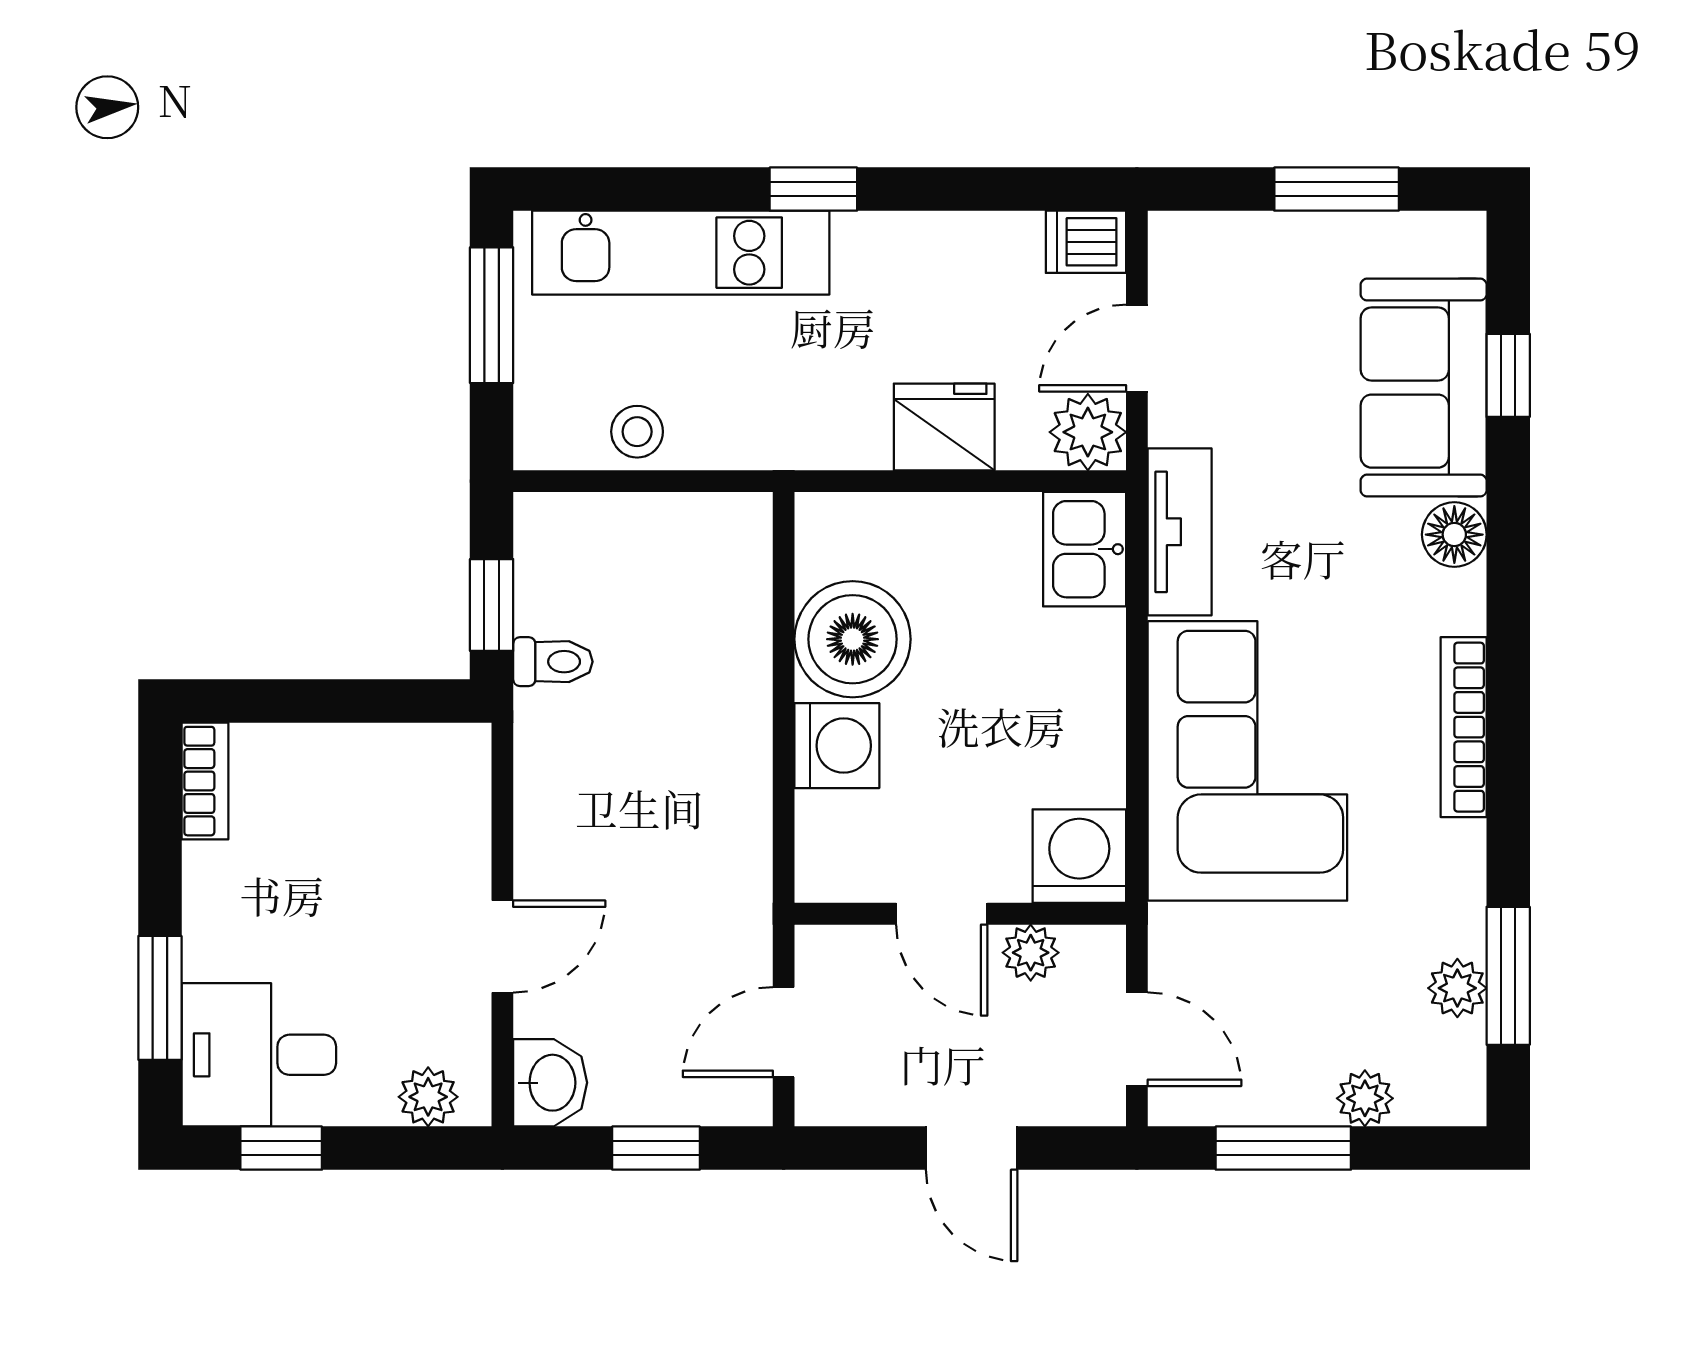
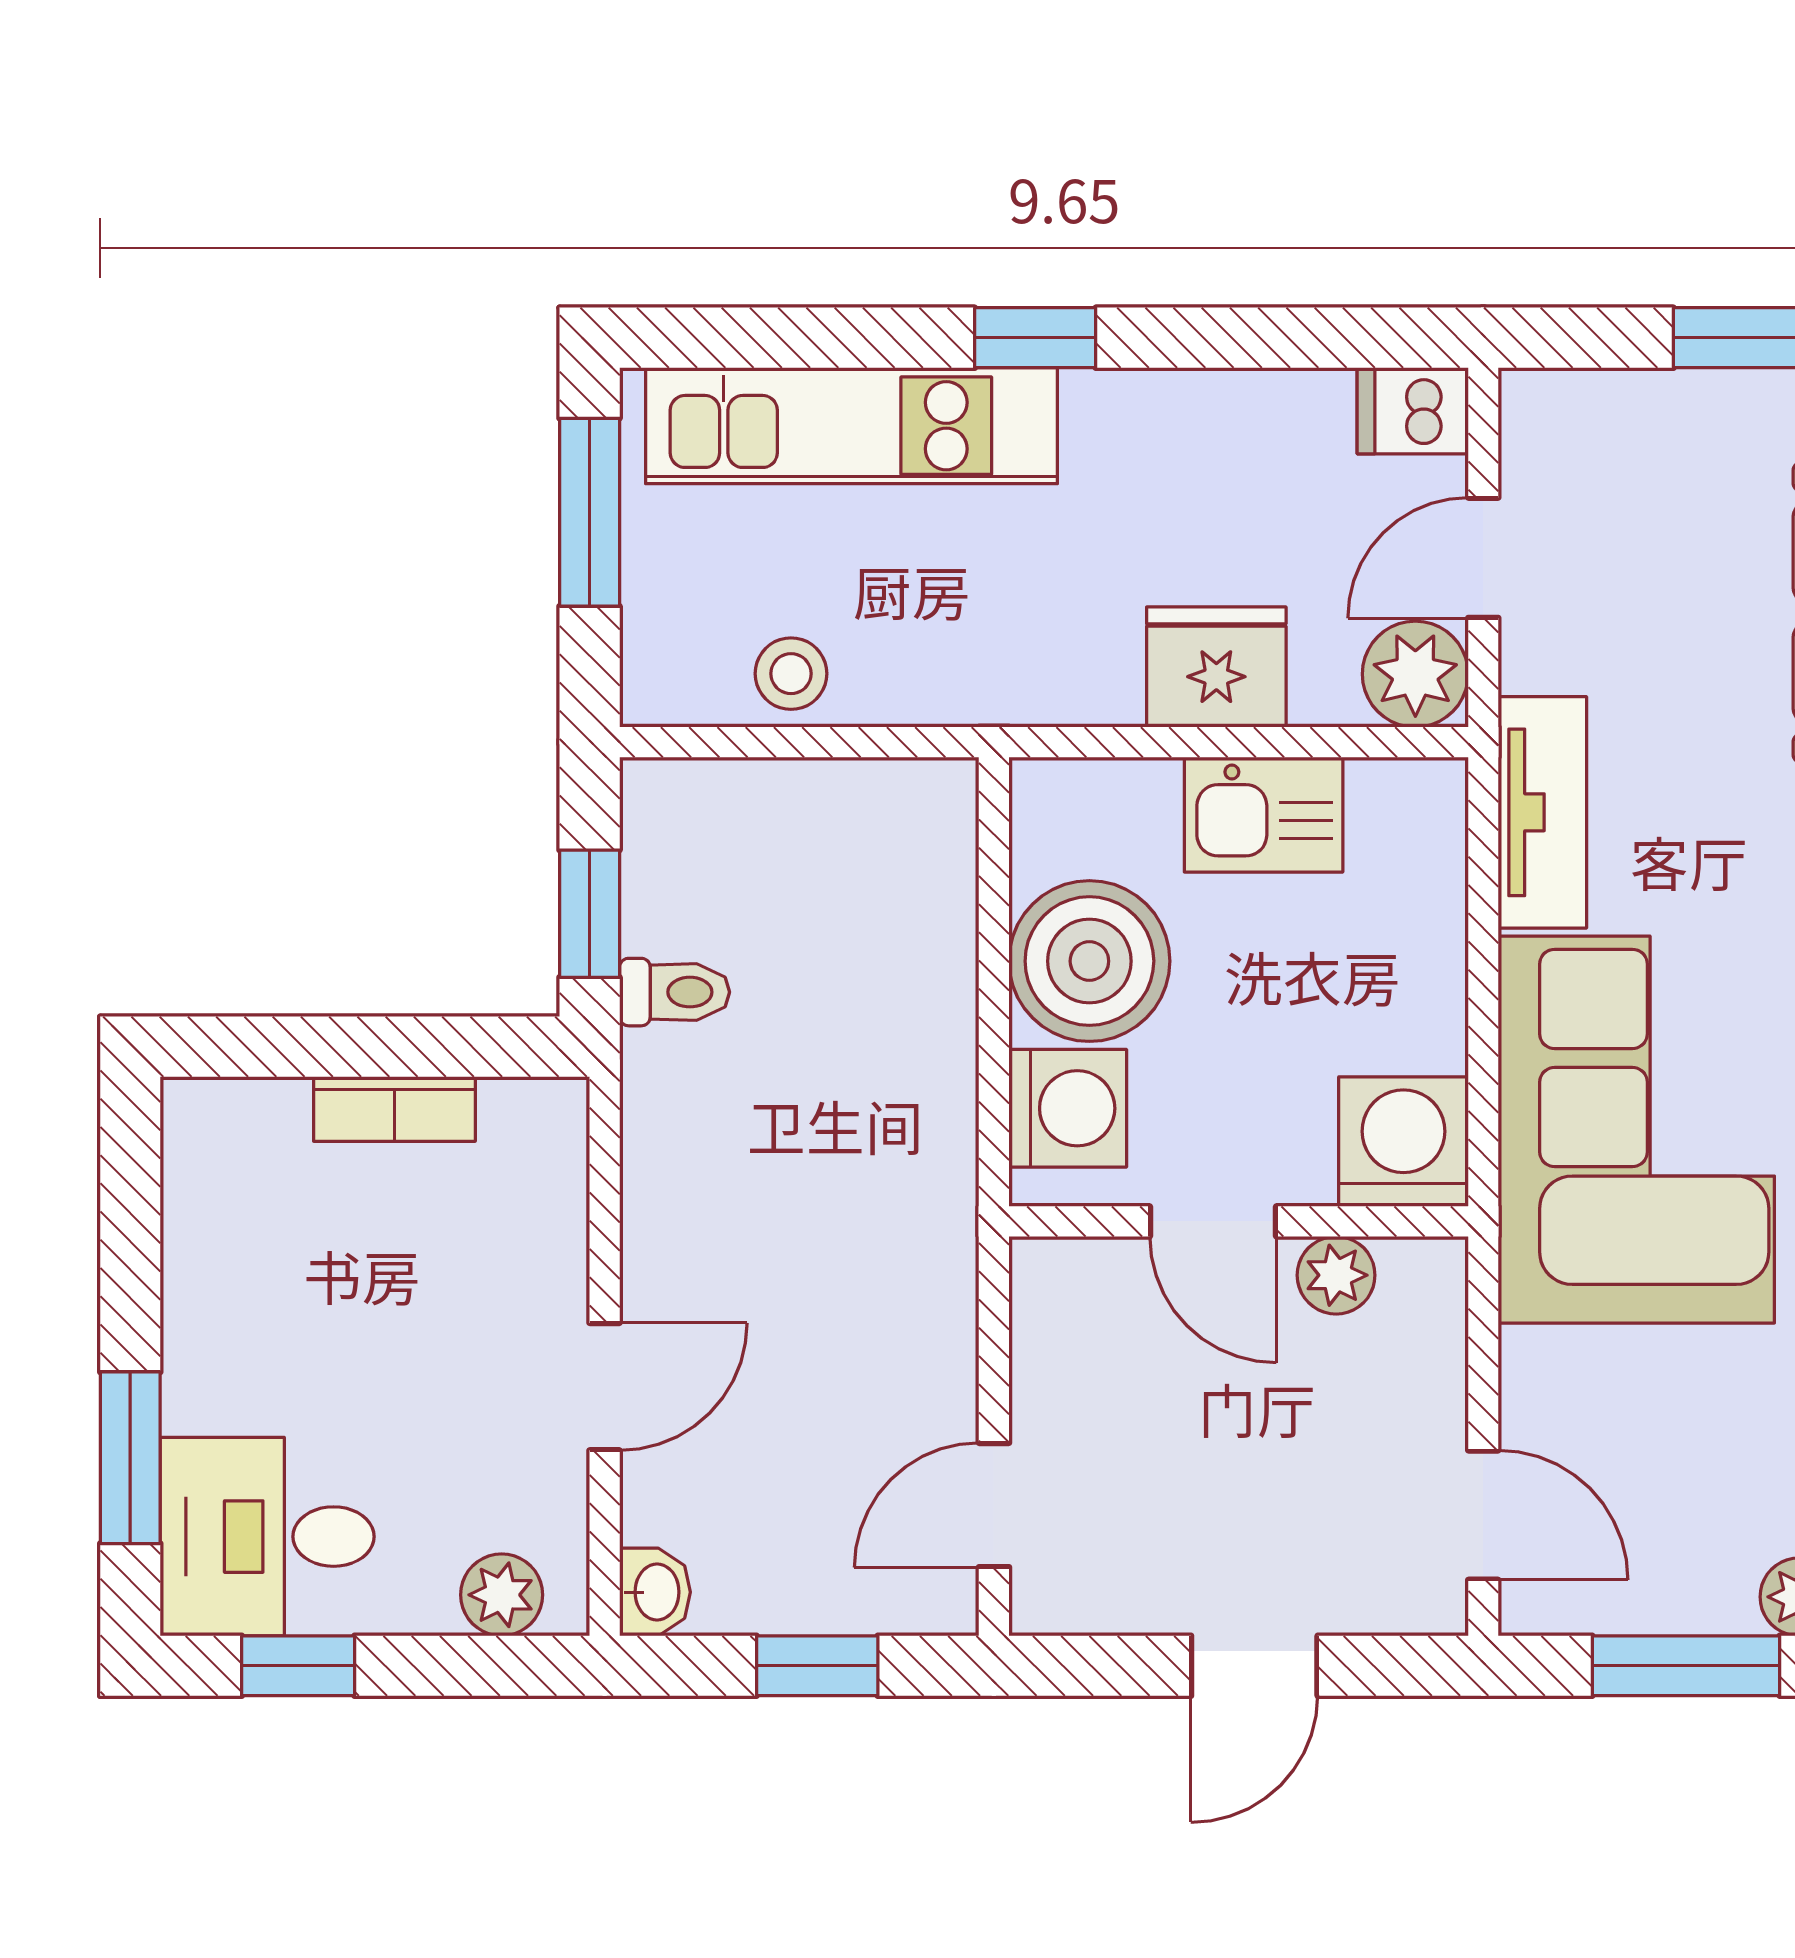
kitchen sink: (1085, 549) -> (1264, 815), moved, turned -90
bookcase: (205, 781) -> (394, 1109), moved, turned 90
washing machine: (1079, 856) -> (1403, 1142), moved
door: (942, 914) -> (1213, 1221), moved
wall: (960, 914) -> (1239, 1221), moved
plant: (1031, 953) -> (1336, 1275), moved
washbasin: (550, 1083) -> (655, 1592), width x0.72, depth x0.69
door: (972, 1148) -> (1254, 1666), hinge flipped

